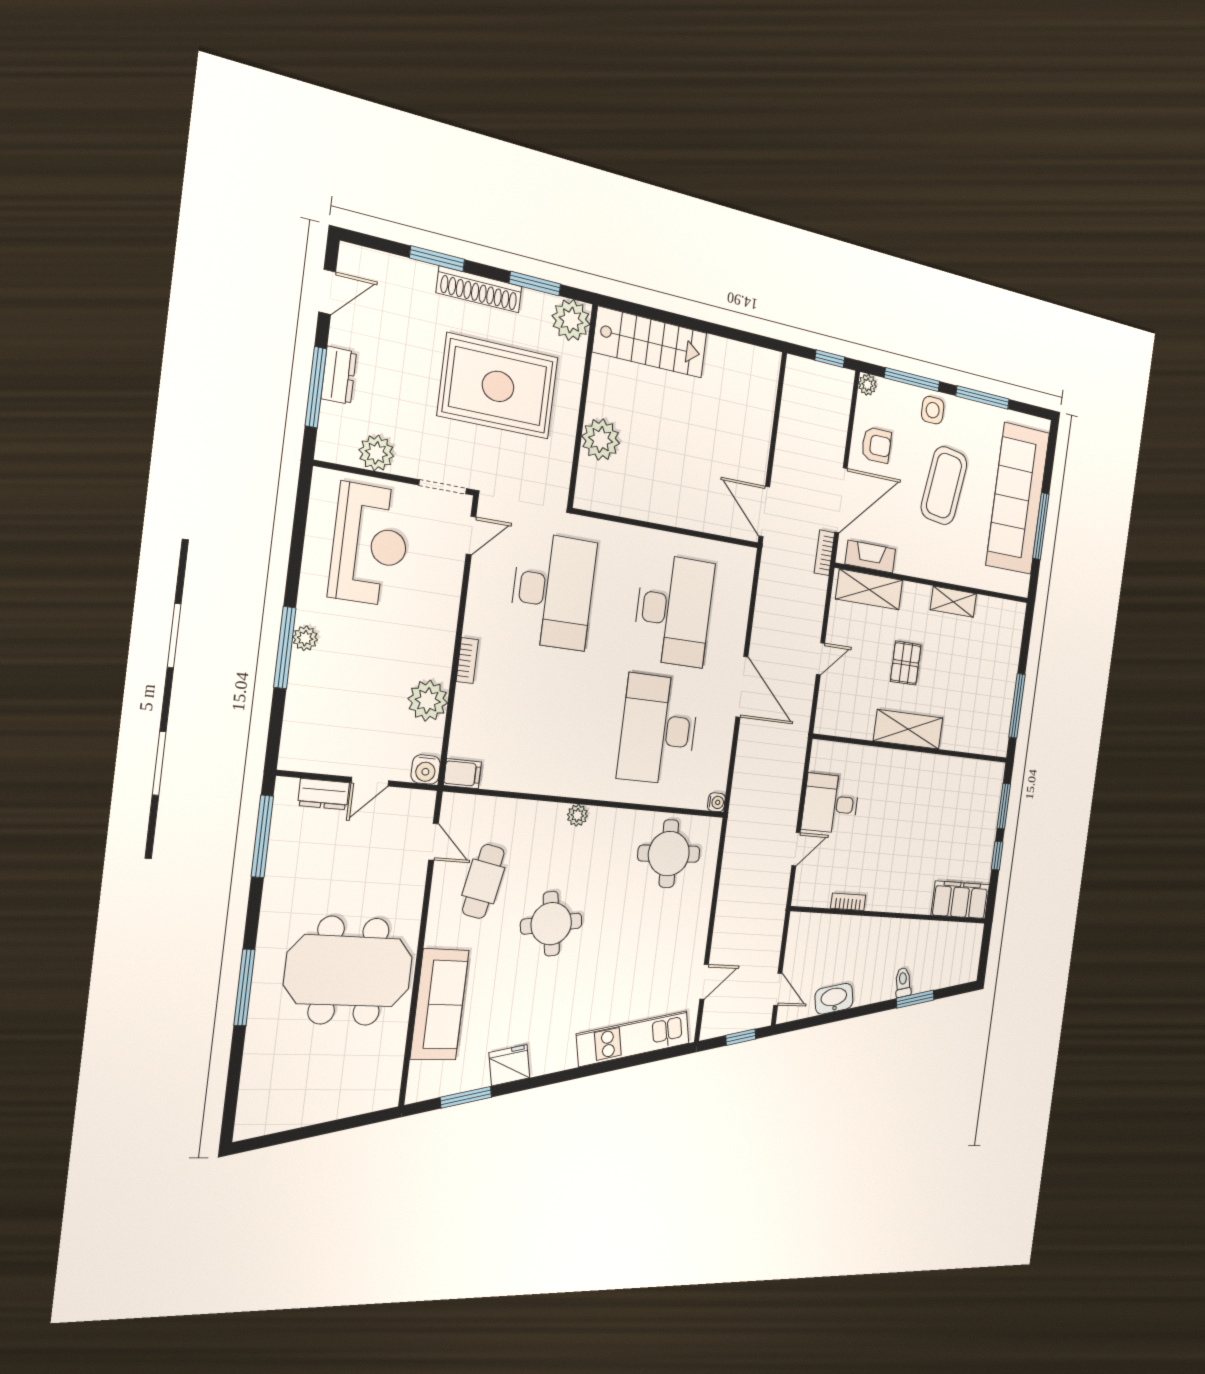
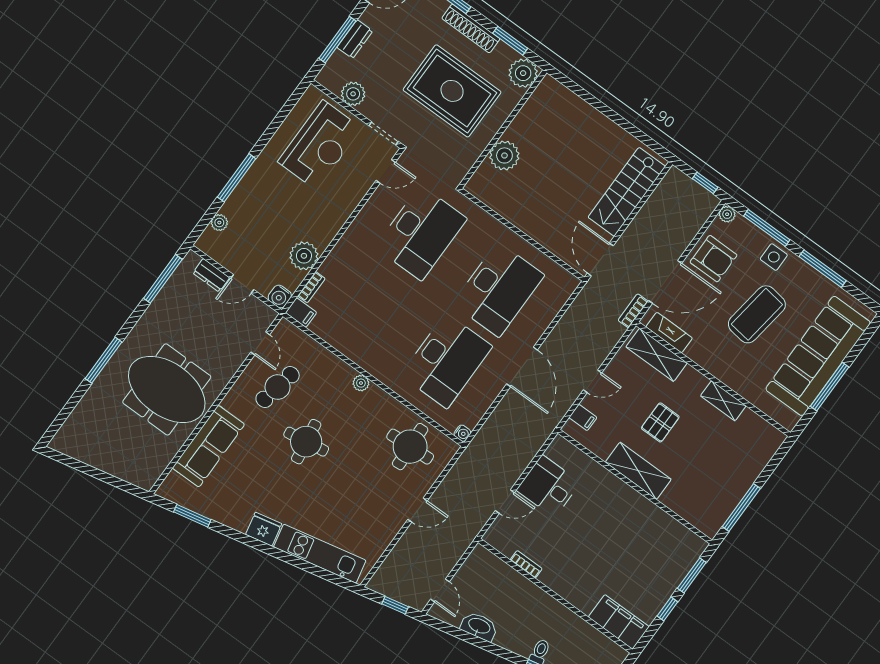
stairs: (650, 342) -> (627, 192), moved, turned 90
armchair: (876, 445) -> (714, 259), width x1.38, depth x1.38
plant: (305, 638) -> (219, 223), moved
bookcase: (467, 661) -> (311, 287), moved
filing cabinet: (829, 705) -> (583, 417), added
desk: (659, 730) -> (446, 361), turned 180
door: (704, 982) -> (418, 510), moved
fridge: (509, 1065) -> (264, 529), moved

